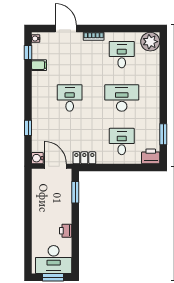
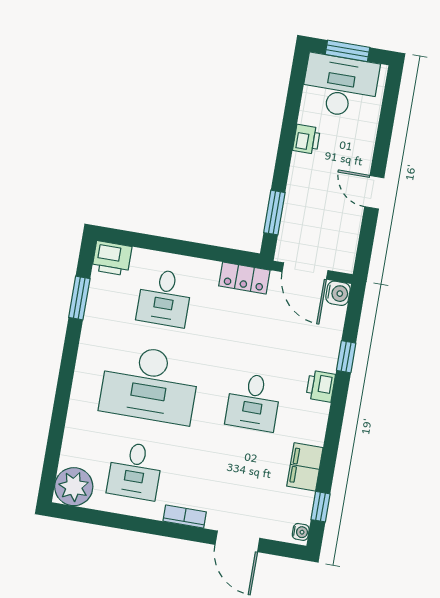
filing cabinet: (39, 65) -> (305, 467), width x2.00
desk: (122, 98) -> (150, 384), width x1.36, depth x1.30
printer: (38, 111) -> (321, 386), added
door: (28, 211) -> (374, 192), added

